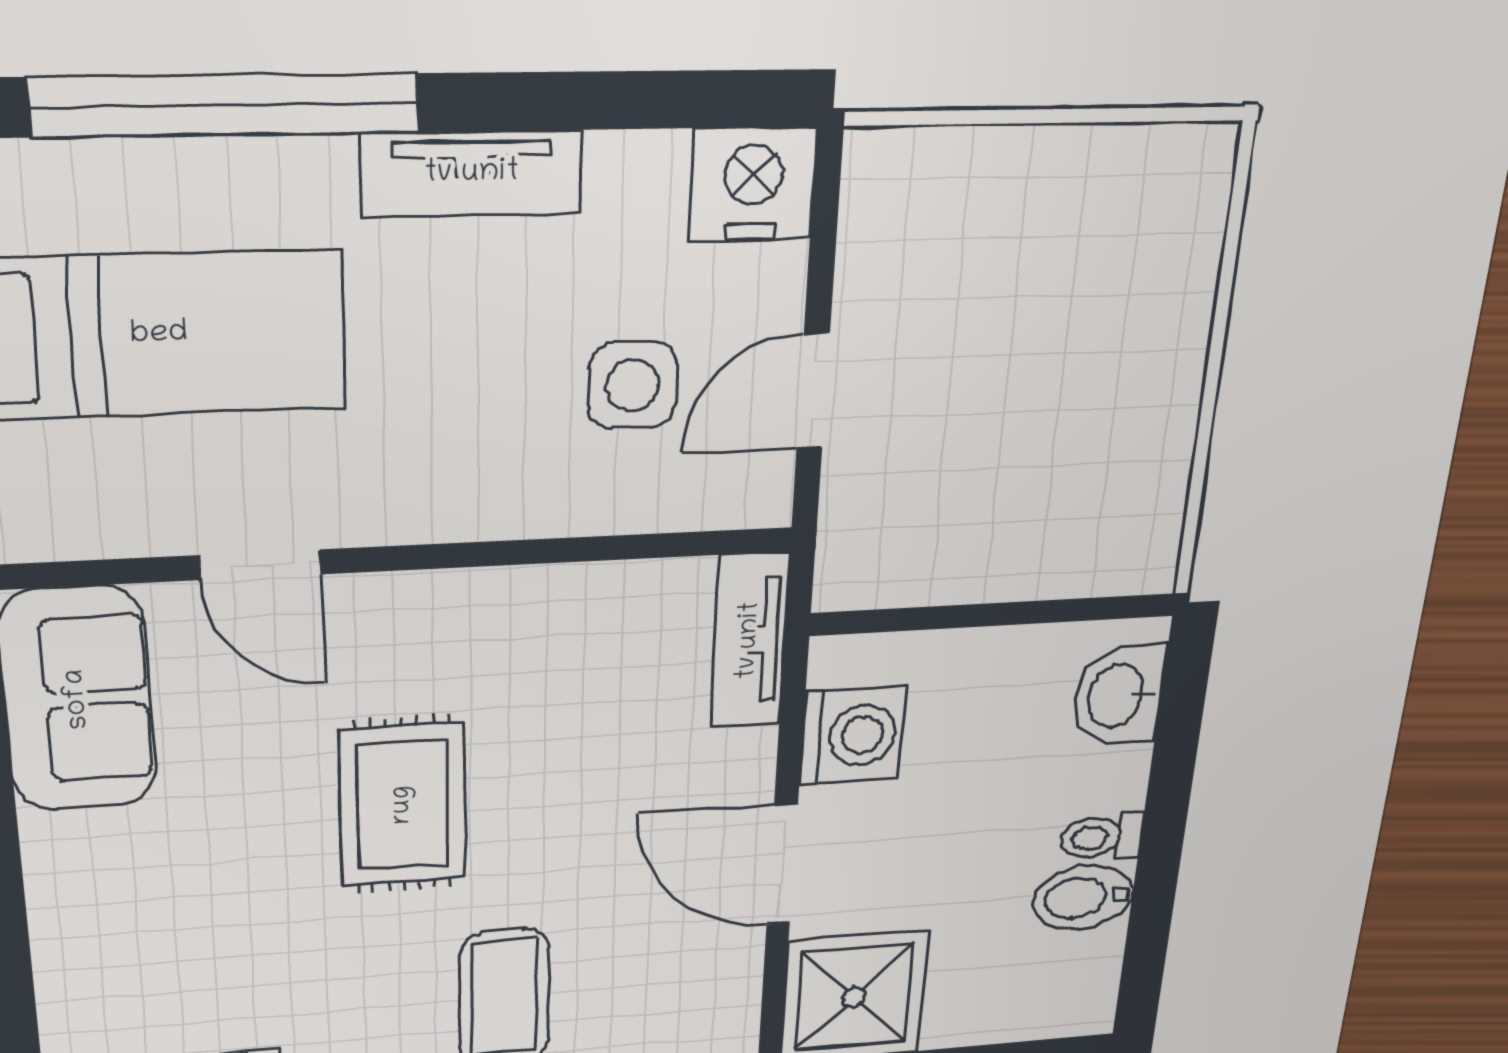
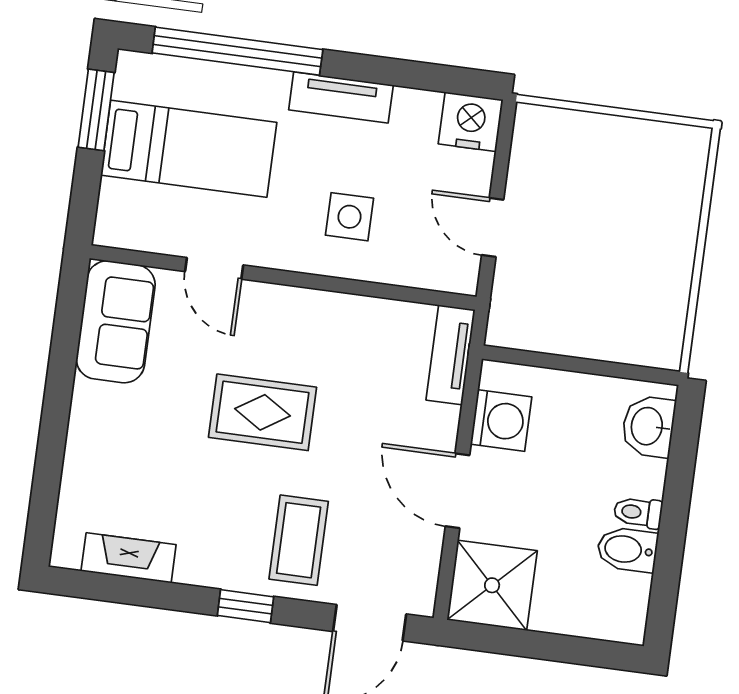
side table: (633, 385) -> (349, 217), moved
door: (813, 391) -> (493, 227), hinge flipped
rug: (403, 805) -> (263, 412), turned 90

